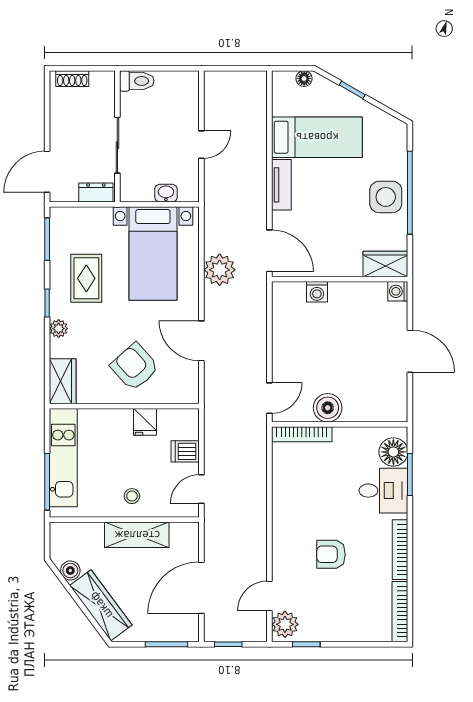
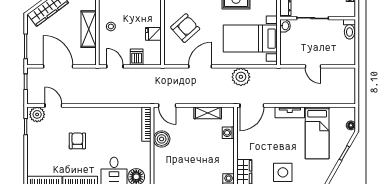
washbasin: (166, 193) -> (285, 26), moved
shelving: (282, 328) -> (208, 113), added

